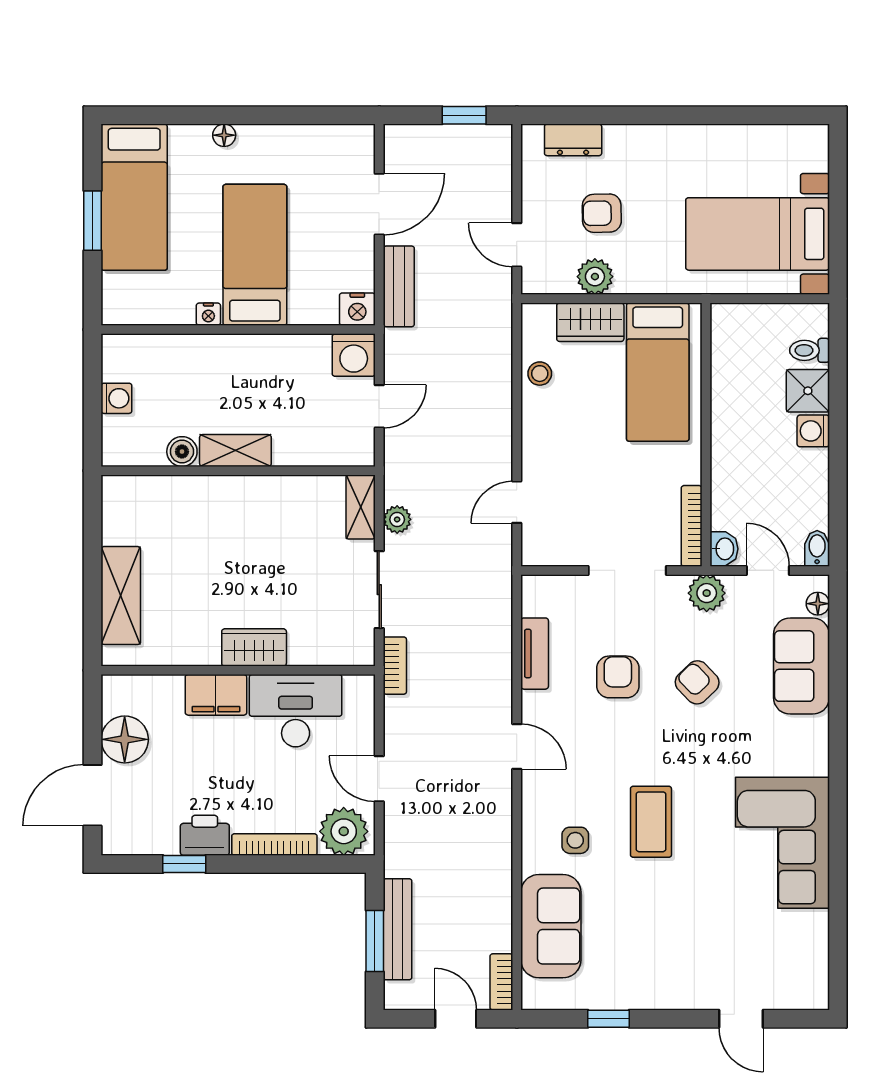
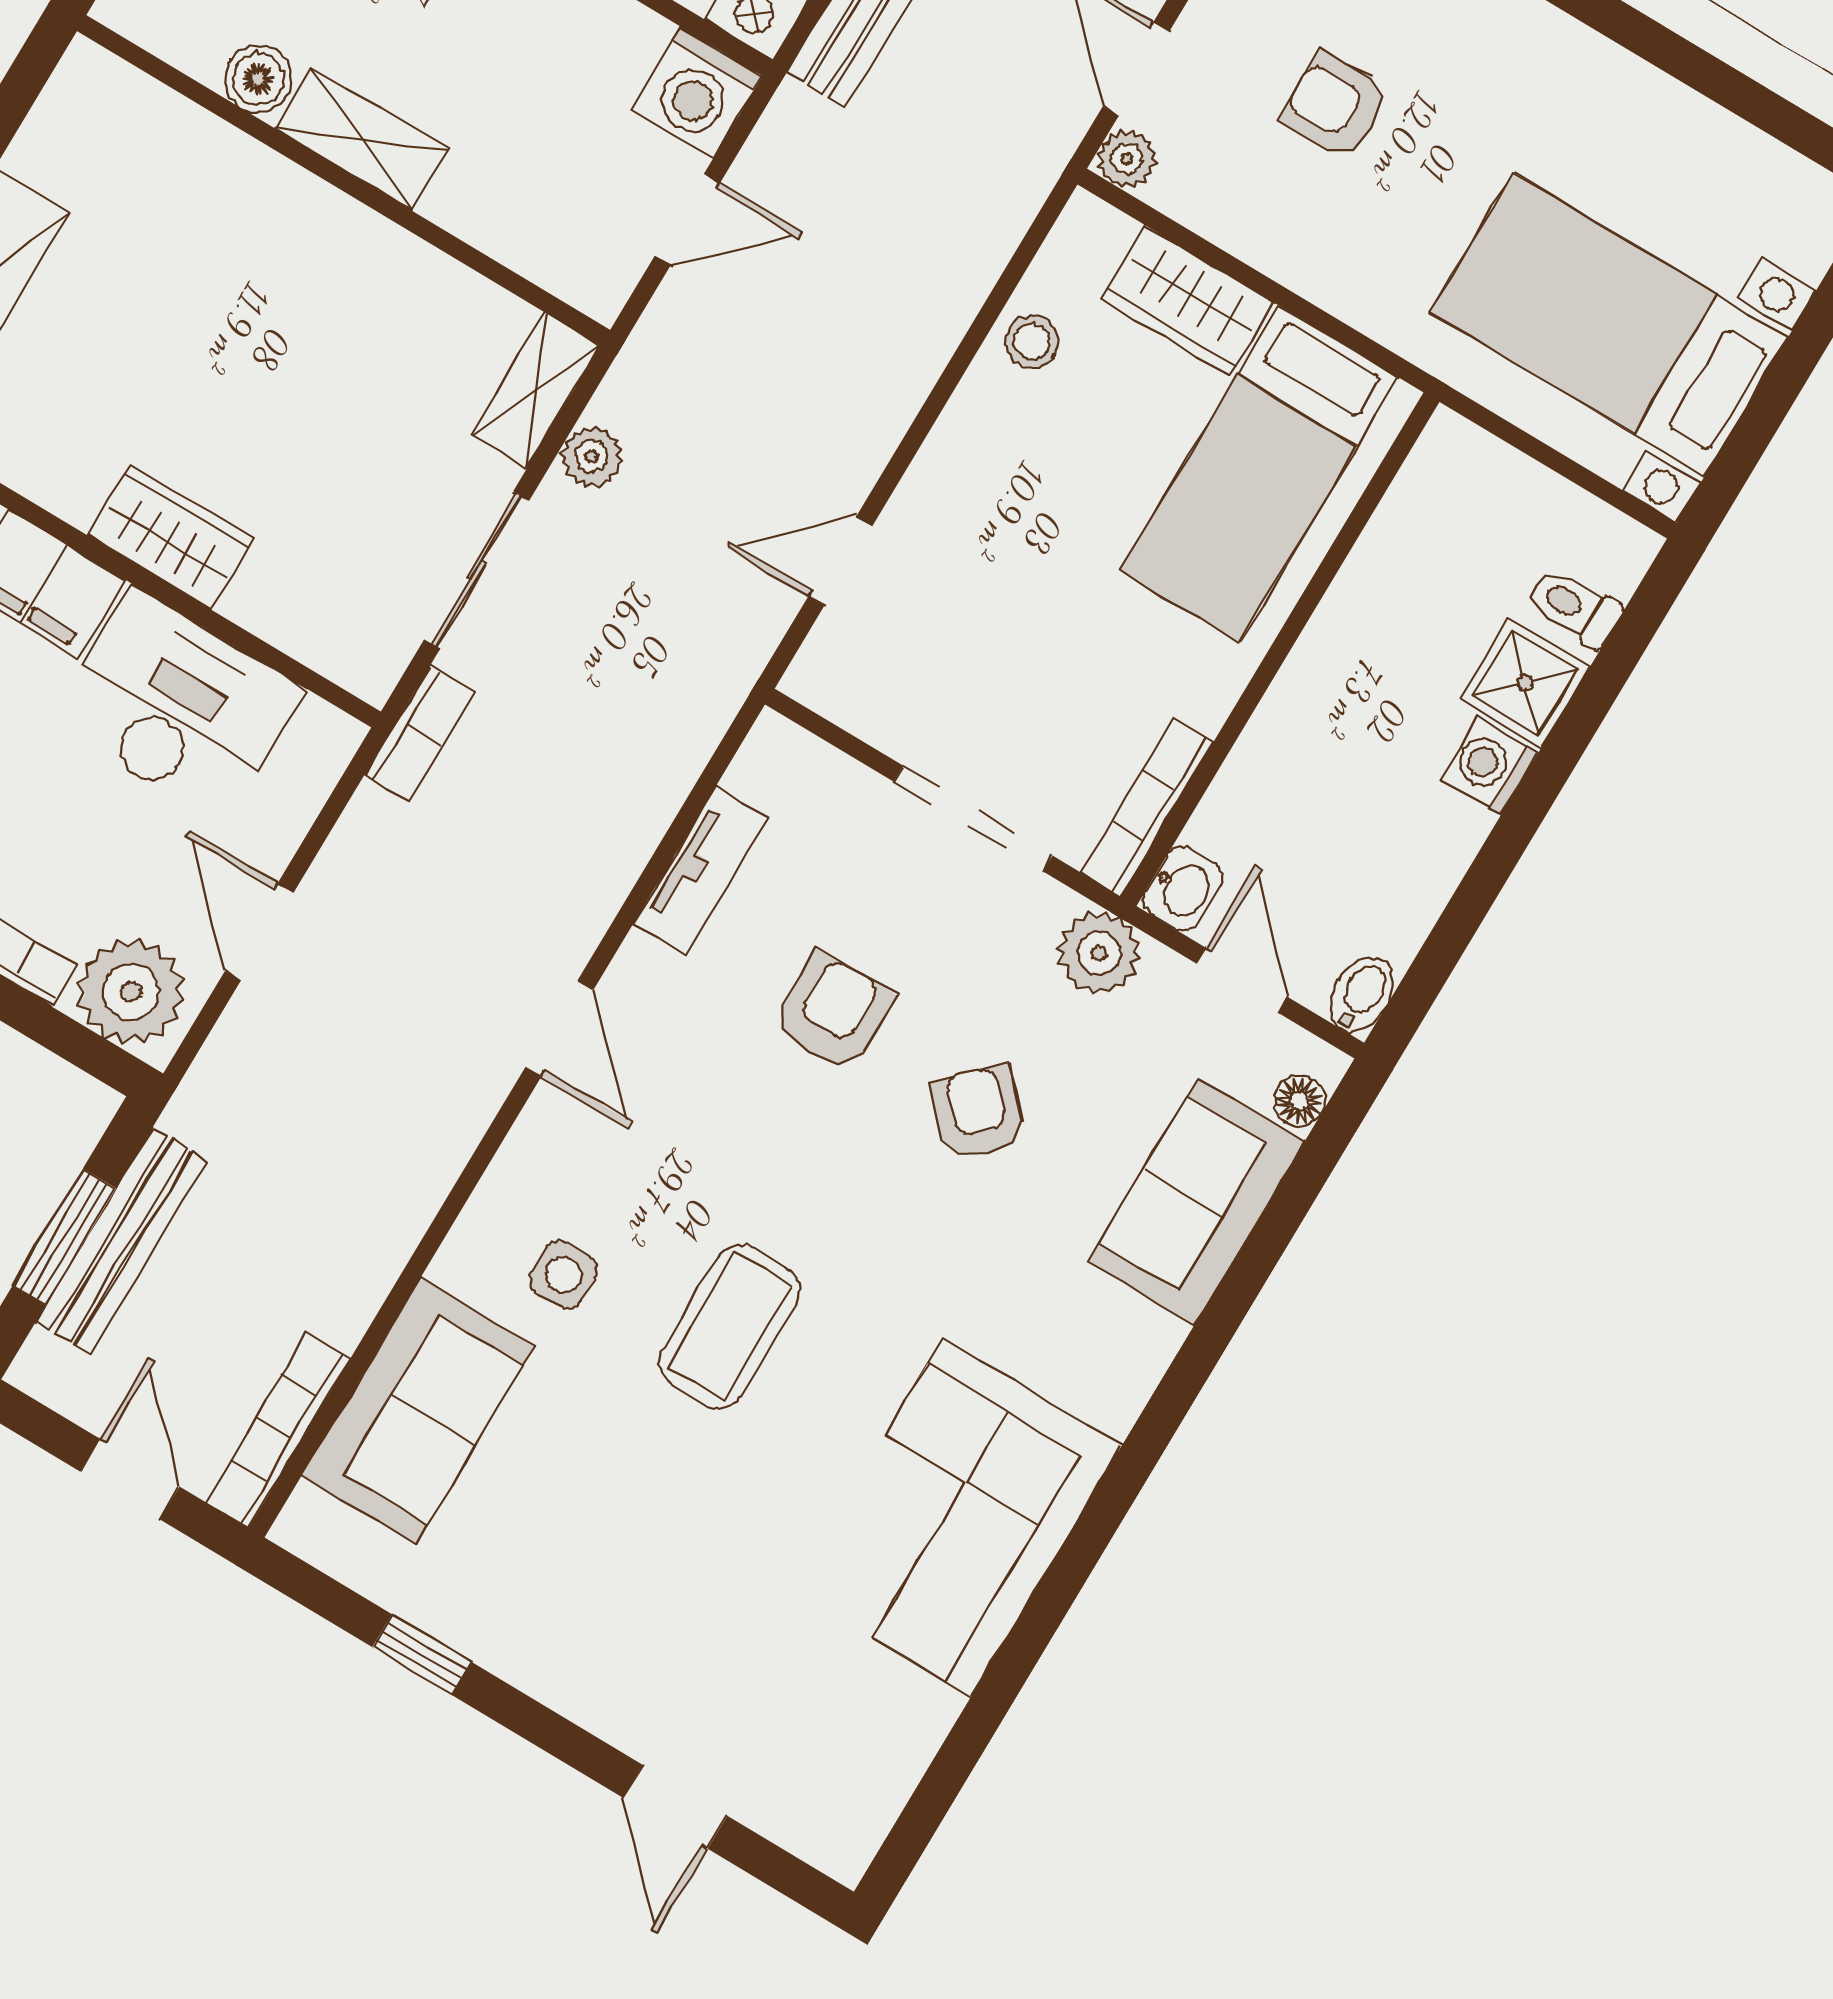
plant: (595, 277) -> (1127, 159), moved, width x0.73, depth x0.73
bookcase: (501, 982) -> (278, 1431), width x1.56

